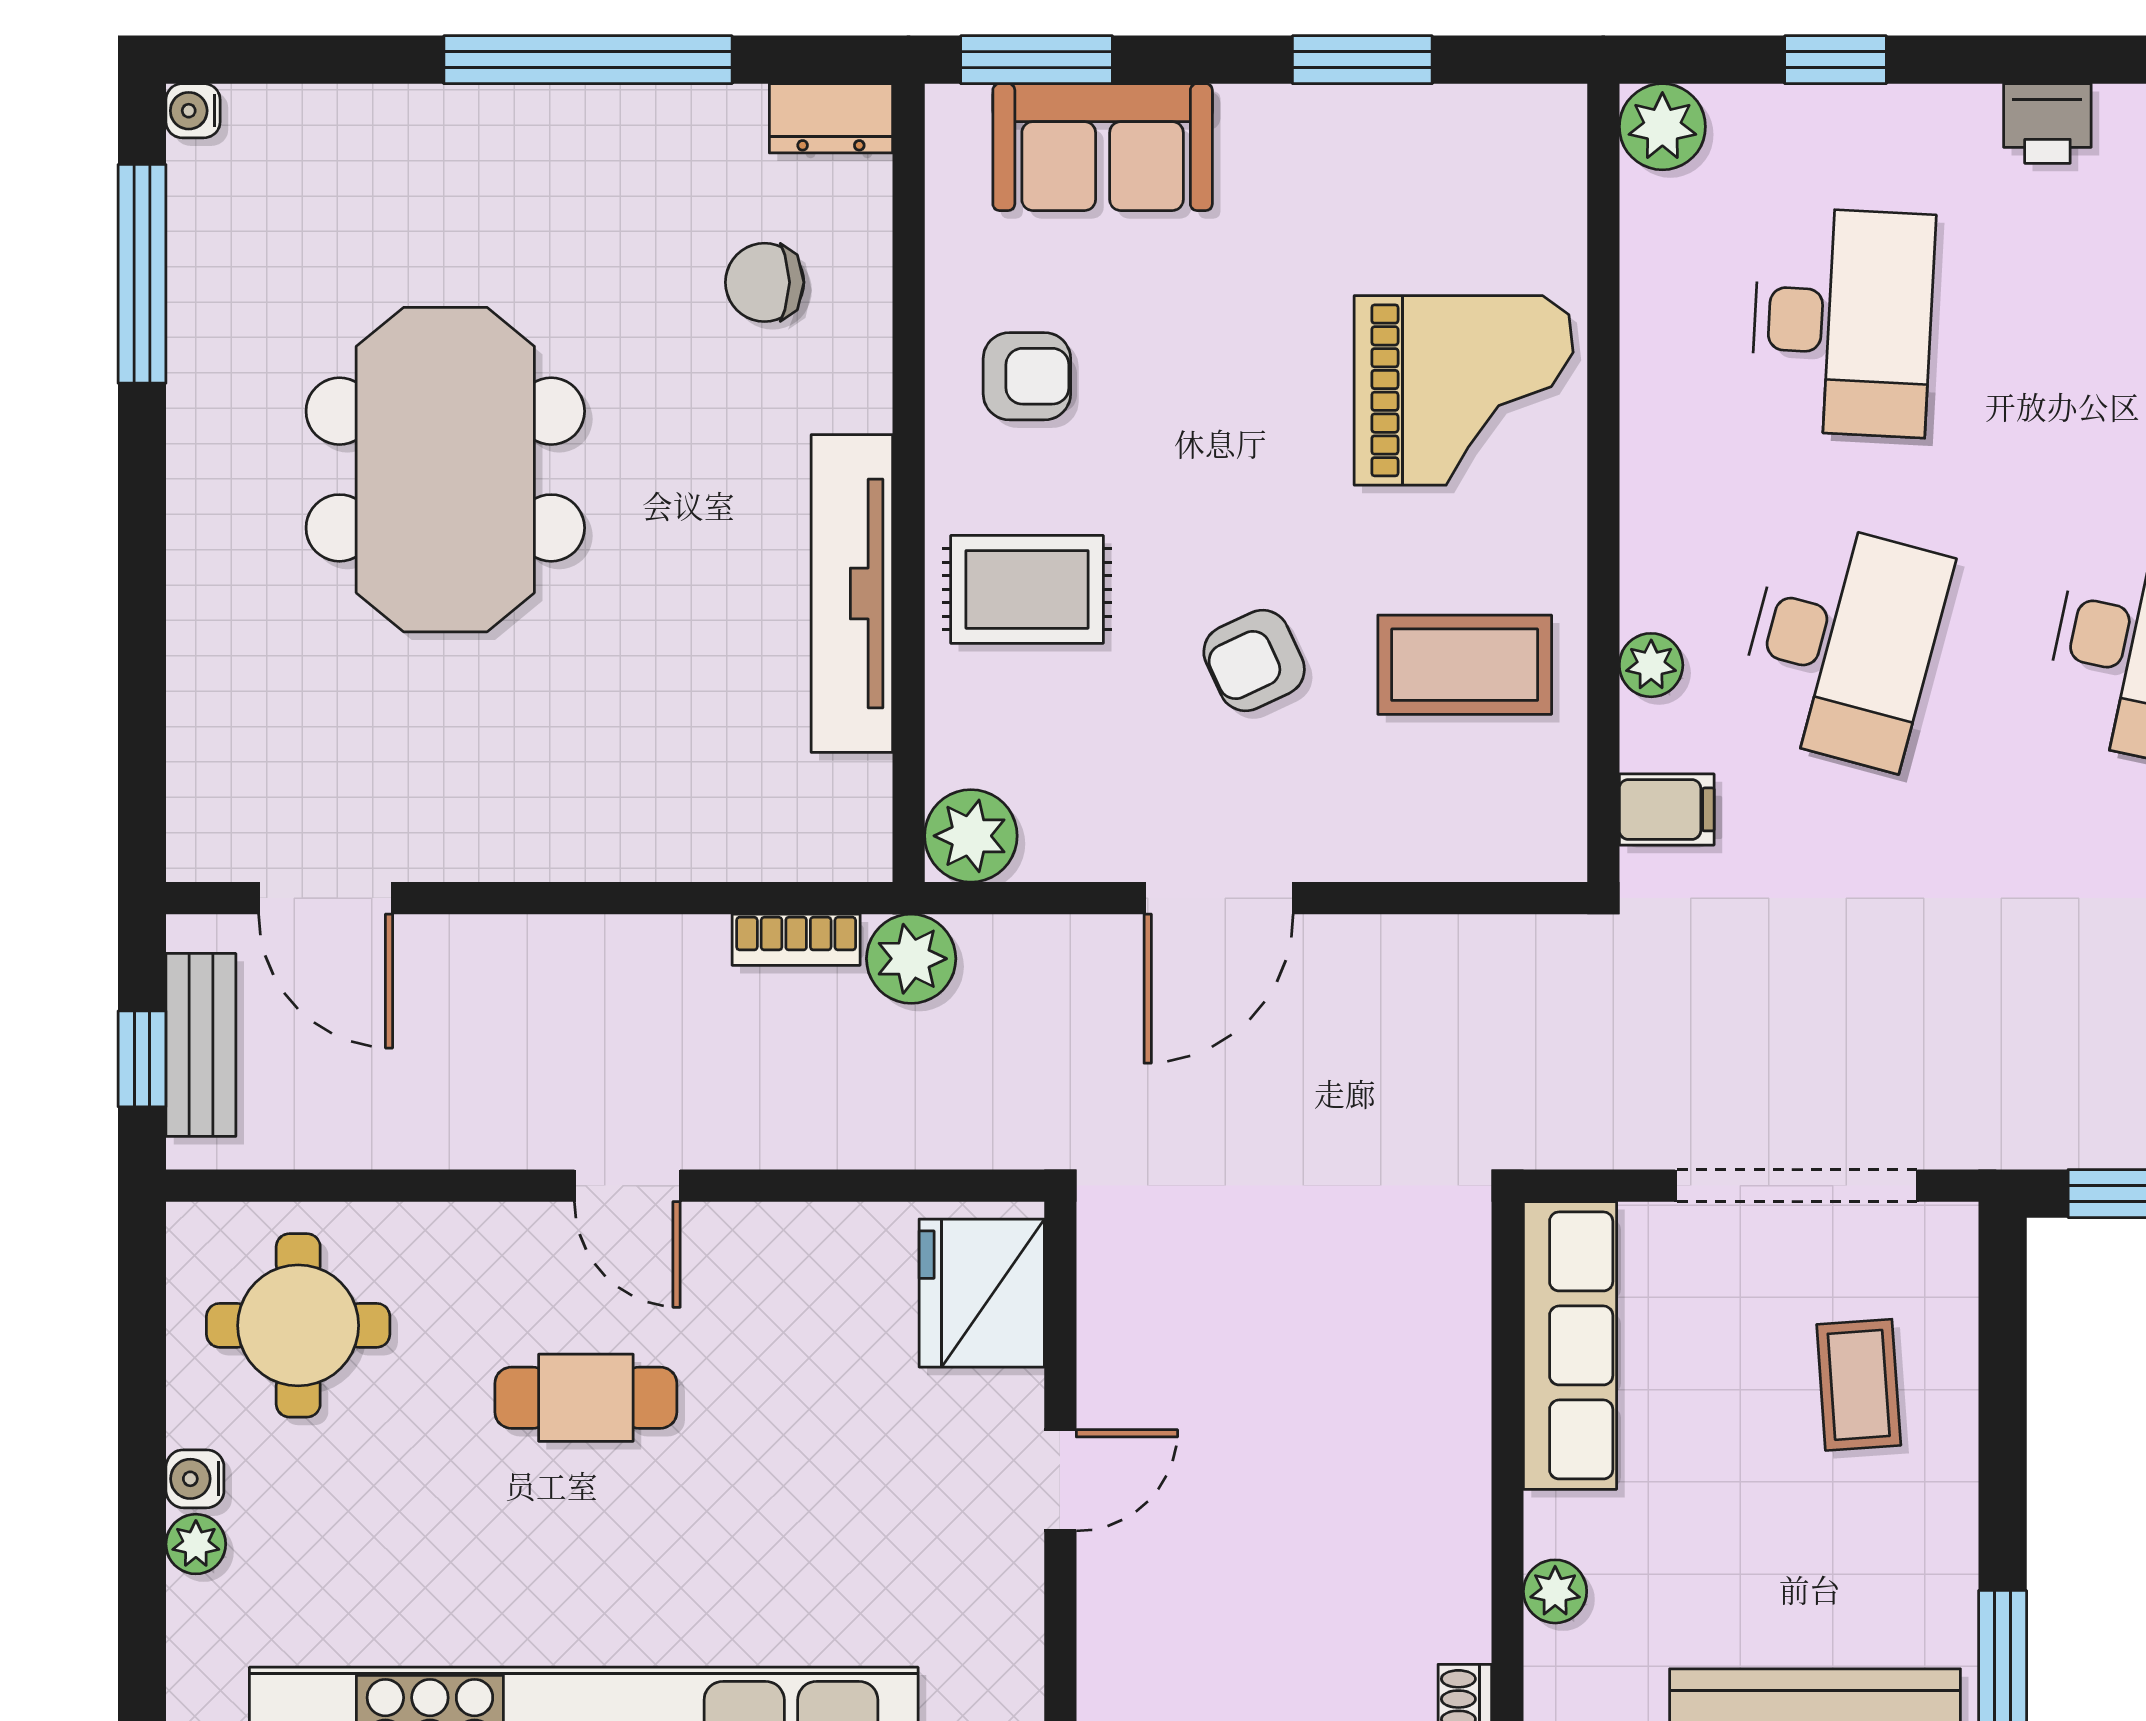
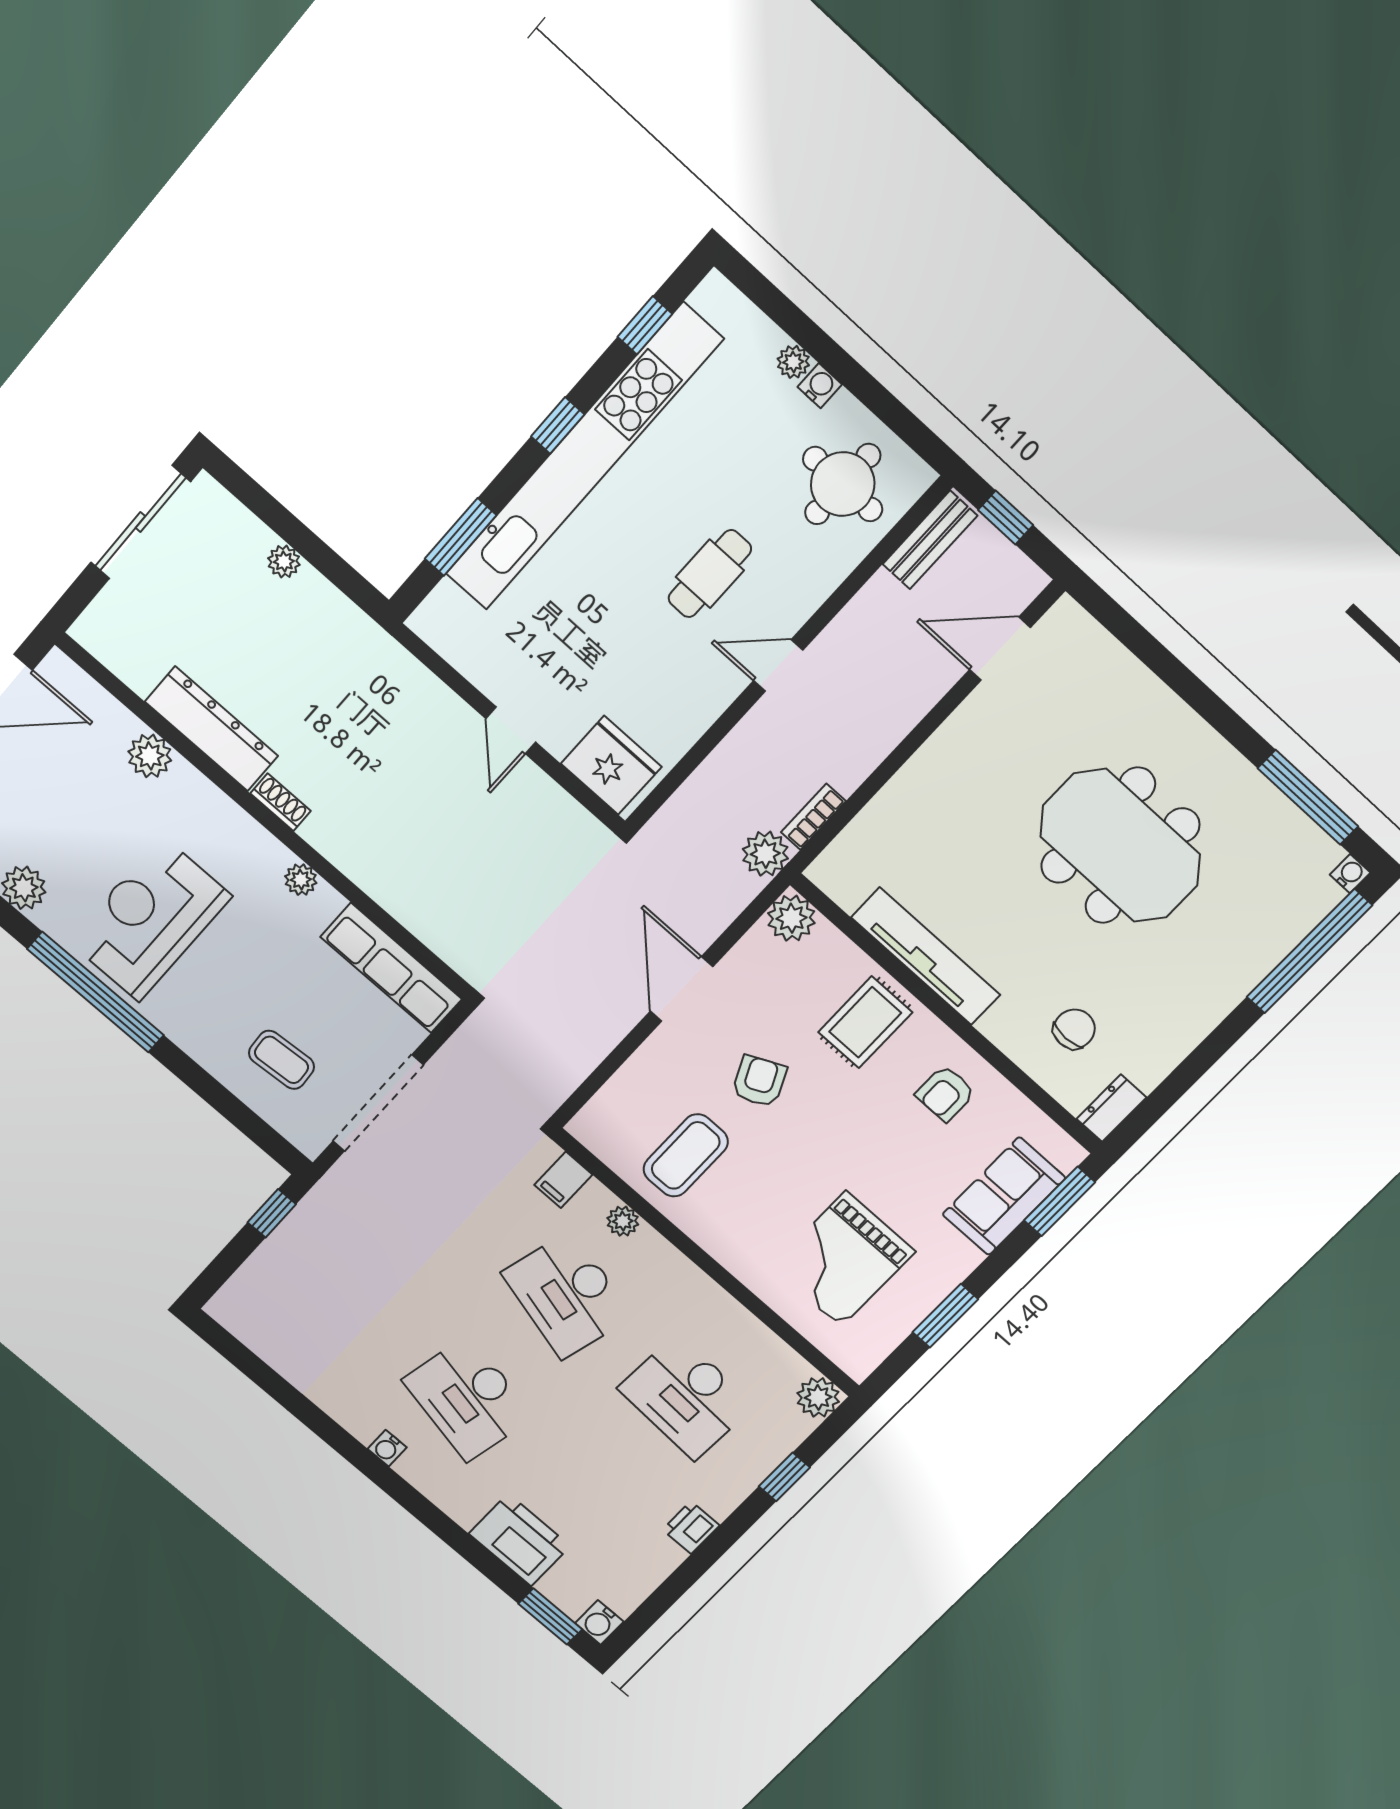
window: (588, 60) -> (1309, 951), moved
grand piano: (1464, 390) -> (843, 1259), moved
bench: (201, 1045) -> (930, 540), moved, turned 90

